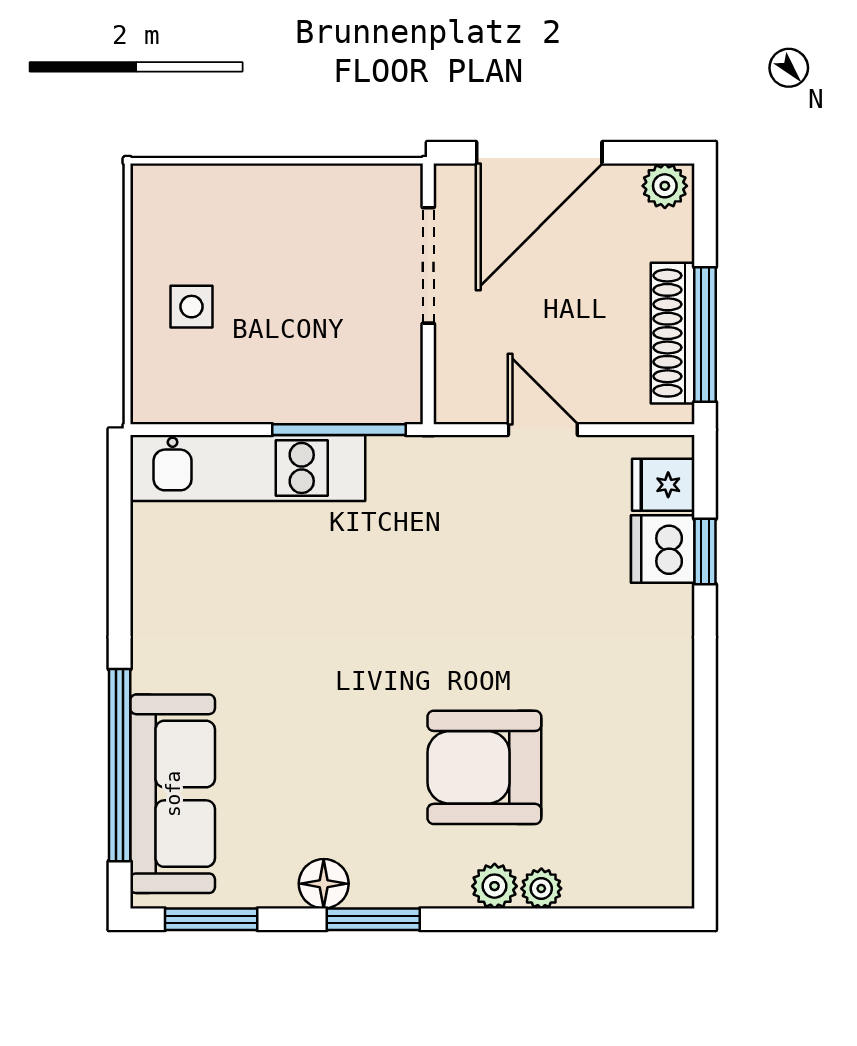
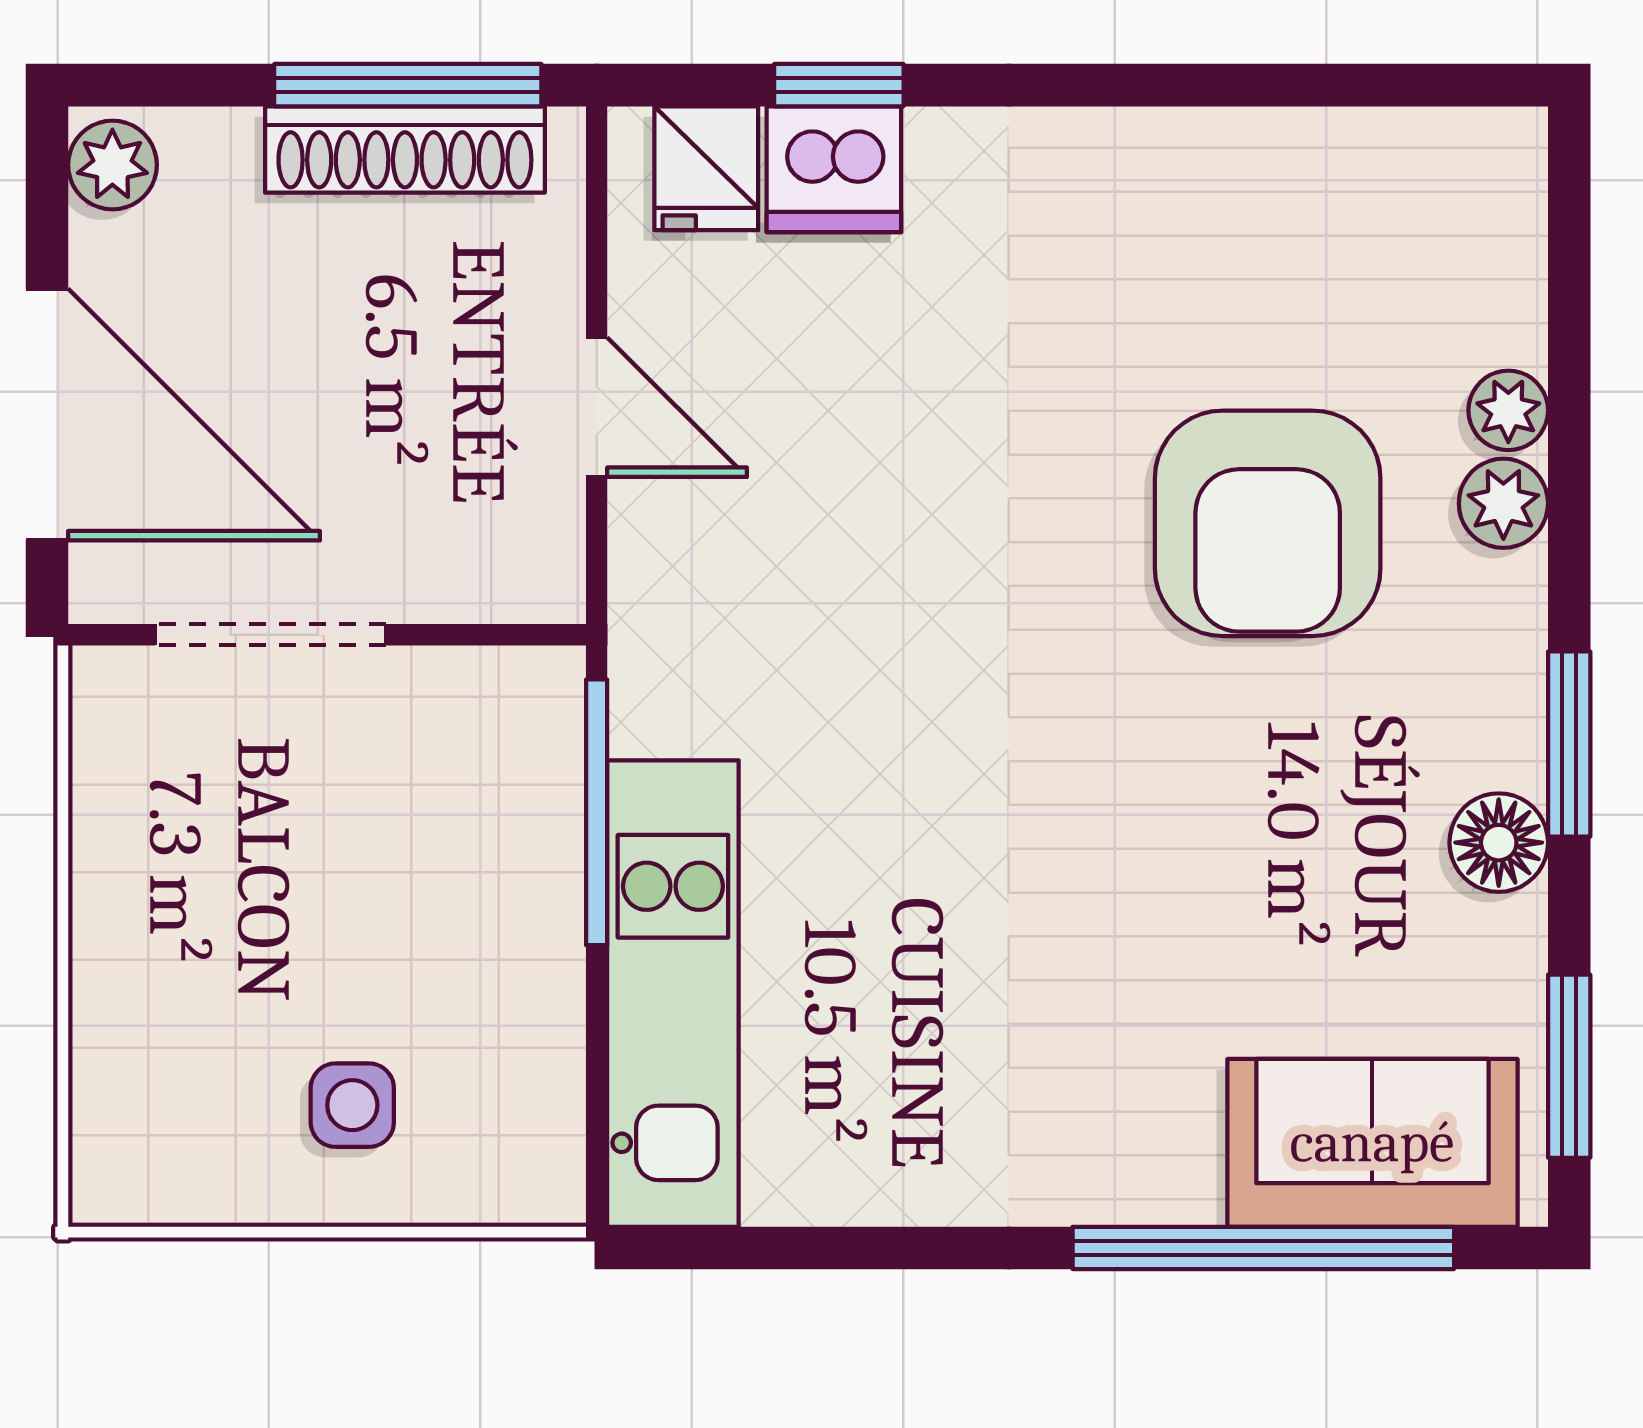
door: (543, 430) -> (597, 407), swing flipped
sofa: (173, 794) -> (1372, 1143), width x0.73

